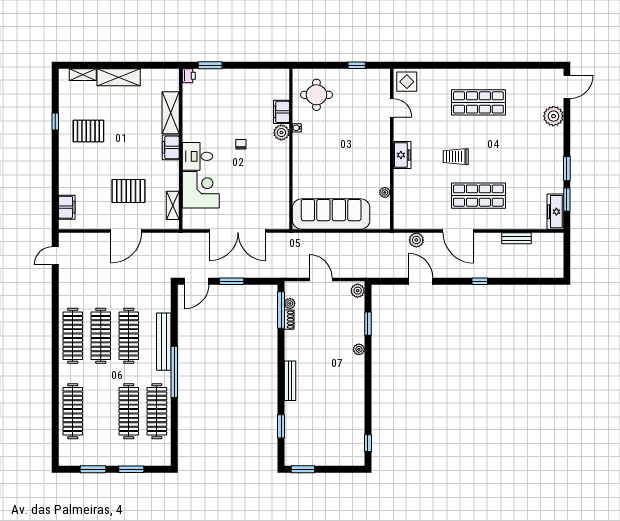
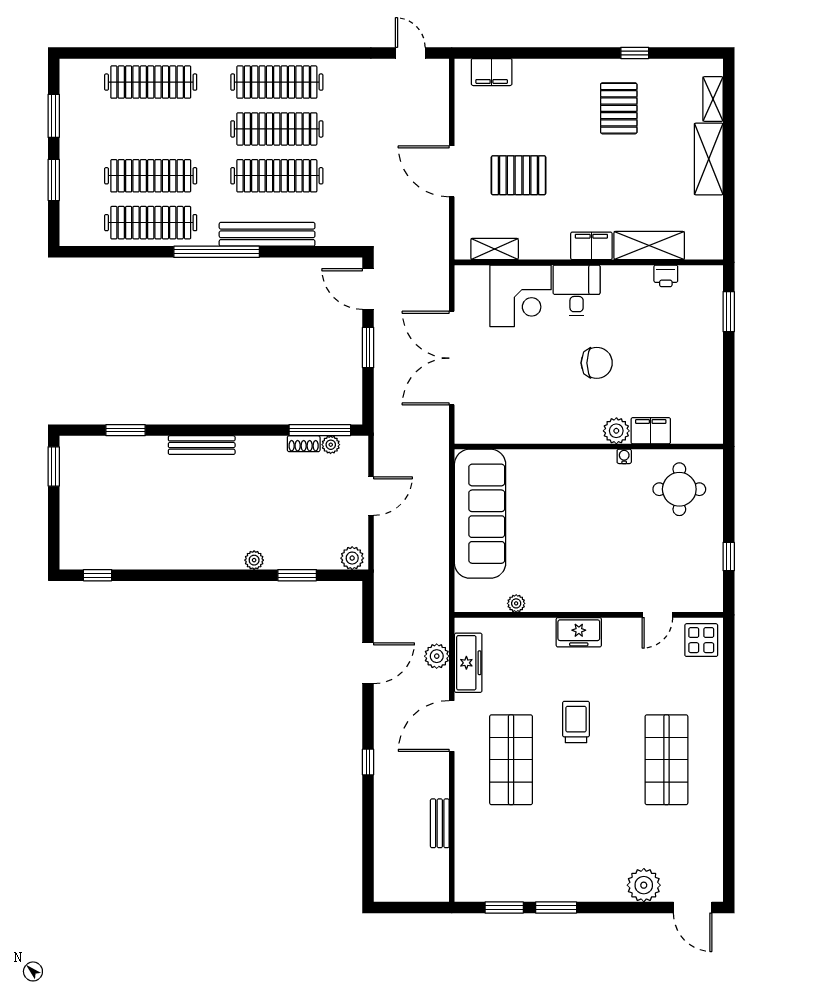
printer: (189, 76) -> (666, 276), moved
chair: (241, 144) -> (597, 363), width x1.87, depth x1.87
pallet: (128, 191) -> (519, 175), turned 90
freezer: (555, 212) -> (468, 663), moved, turned 90

